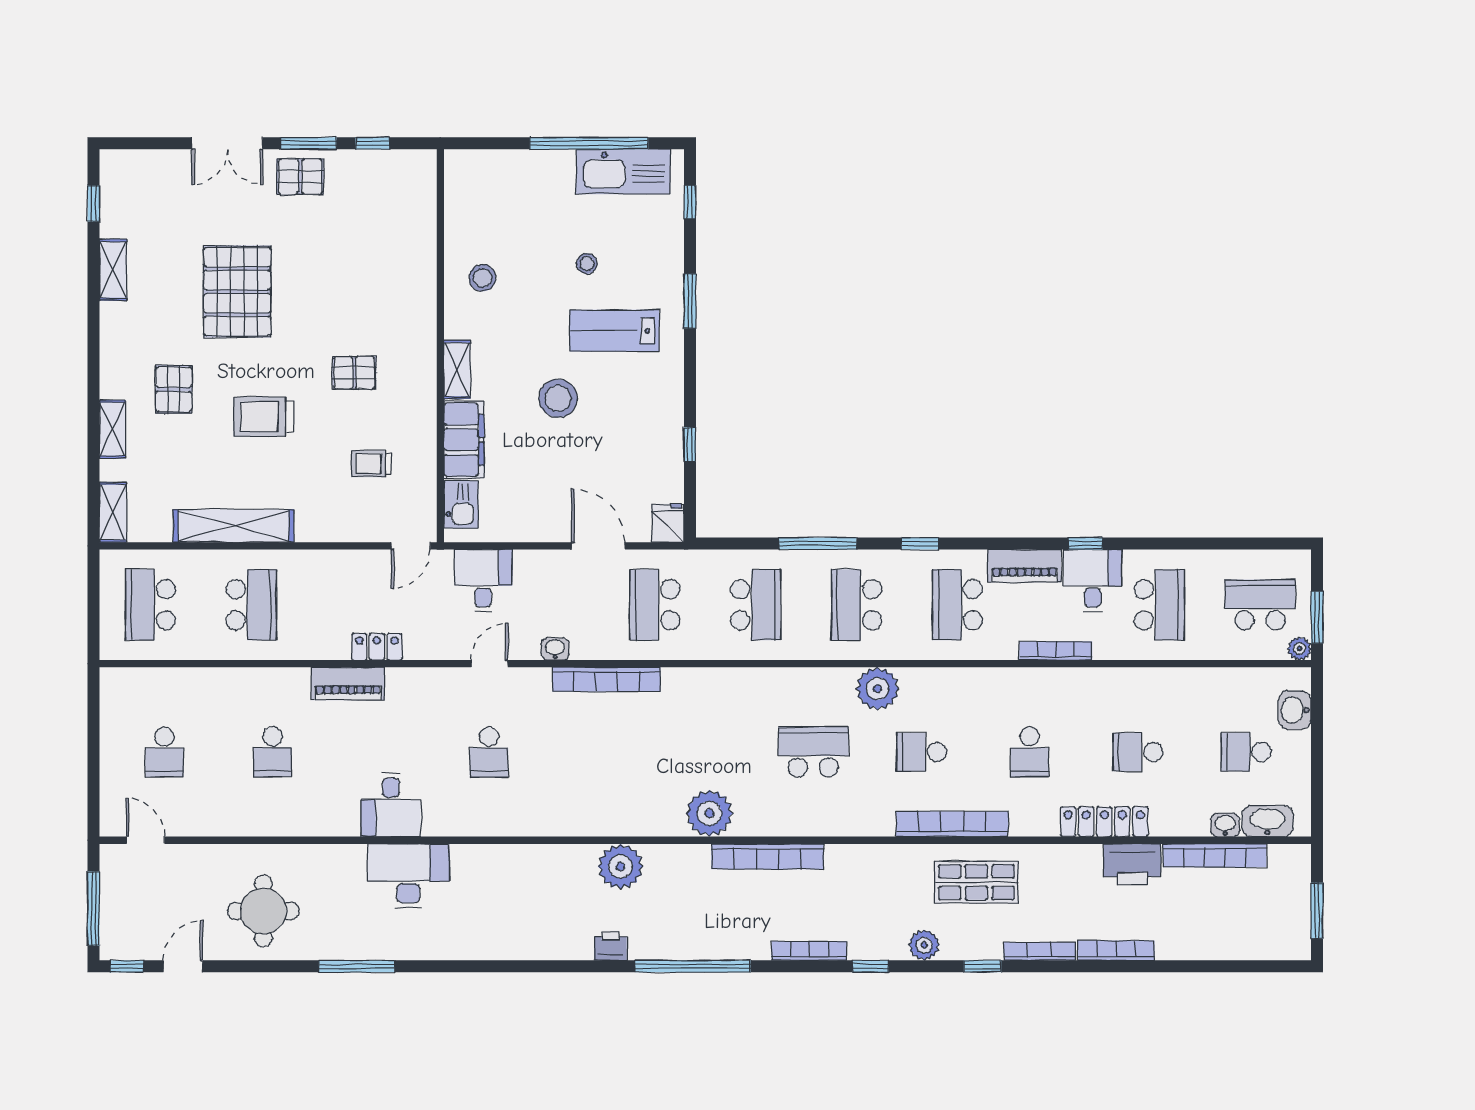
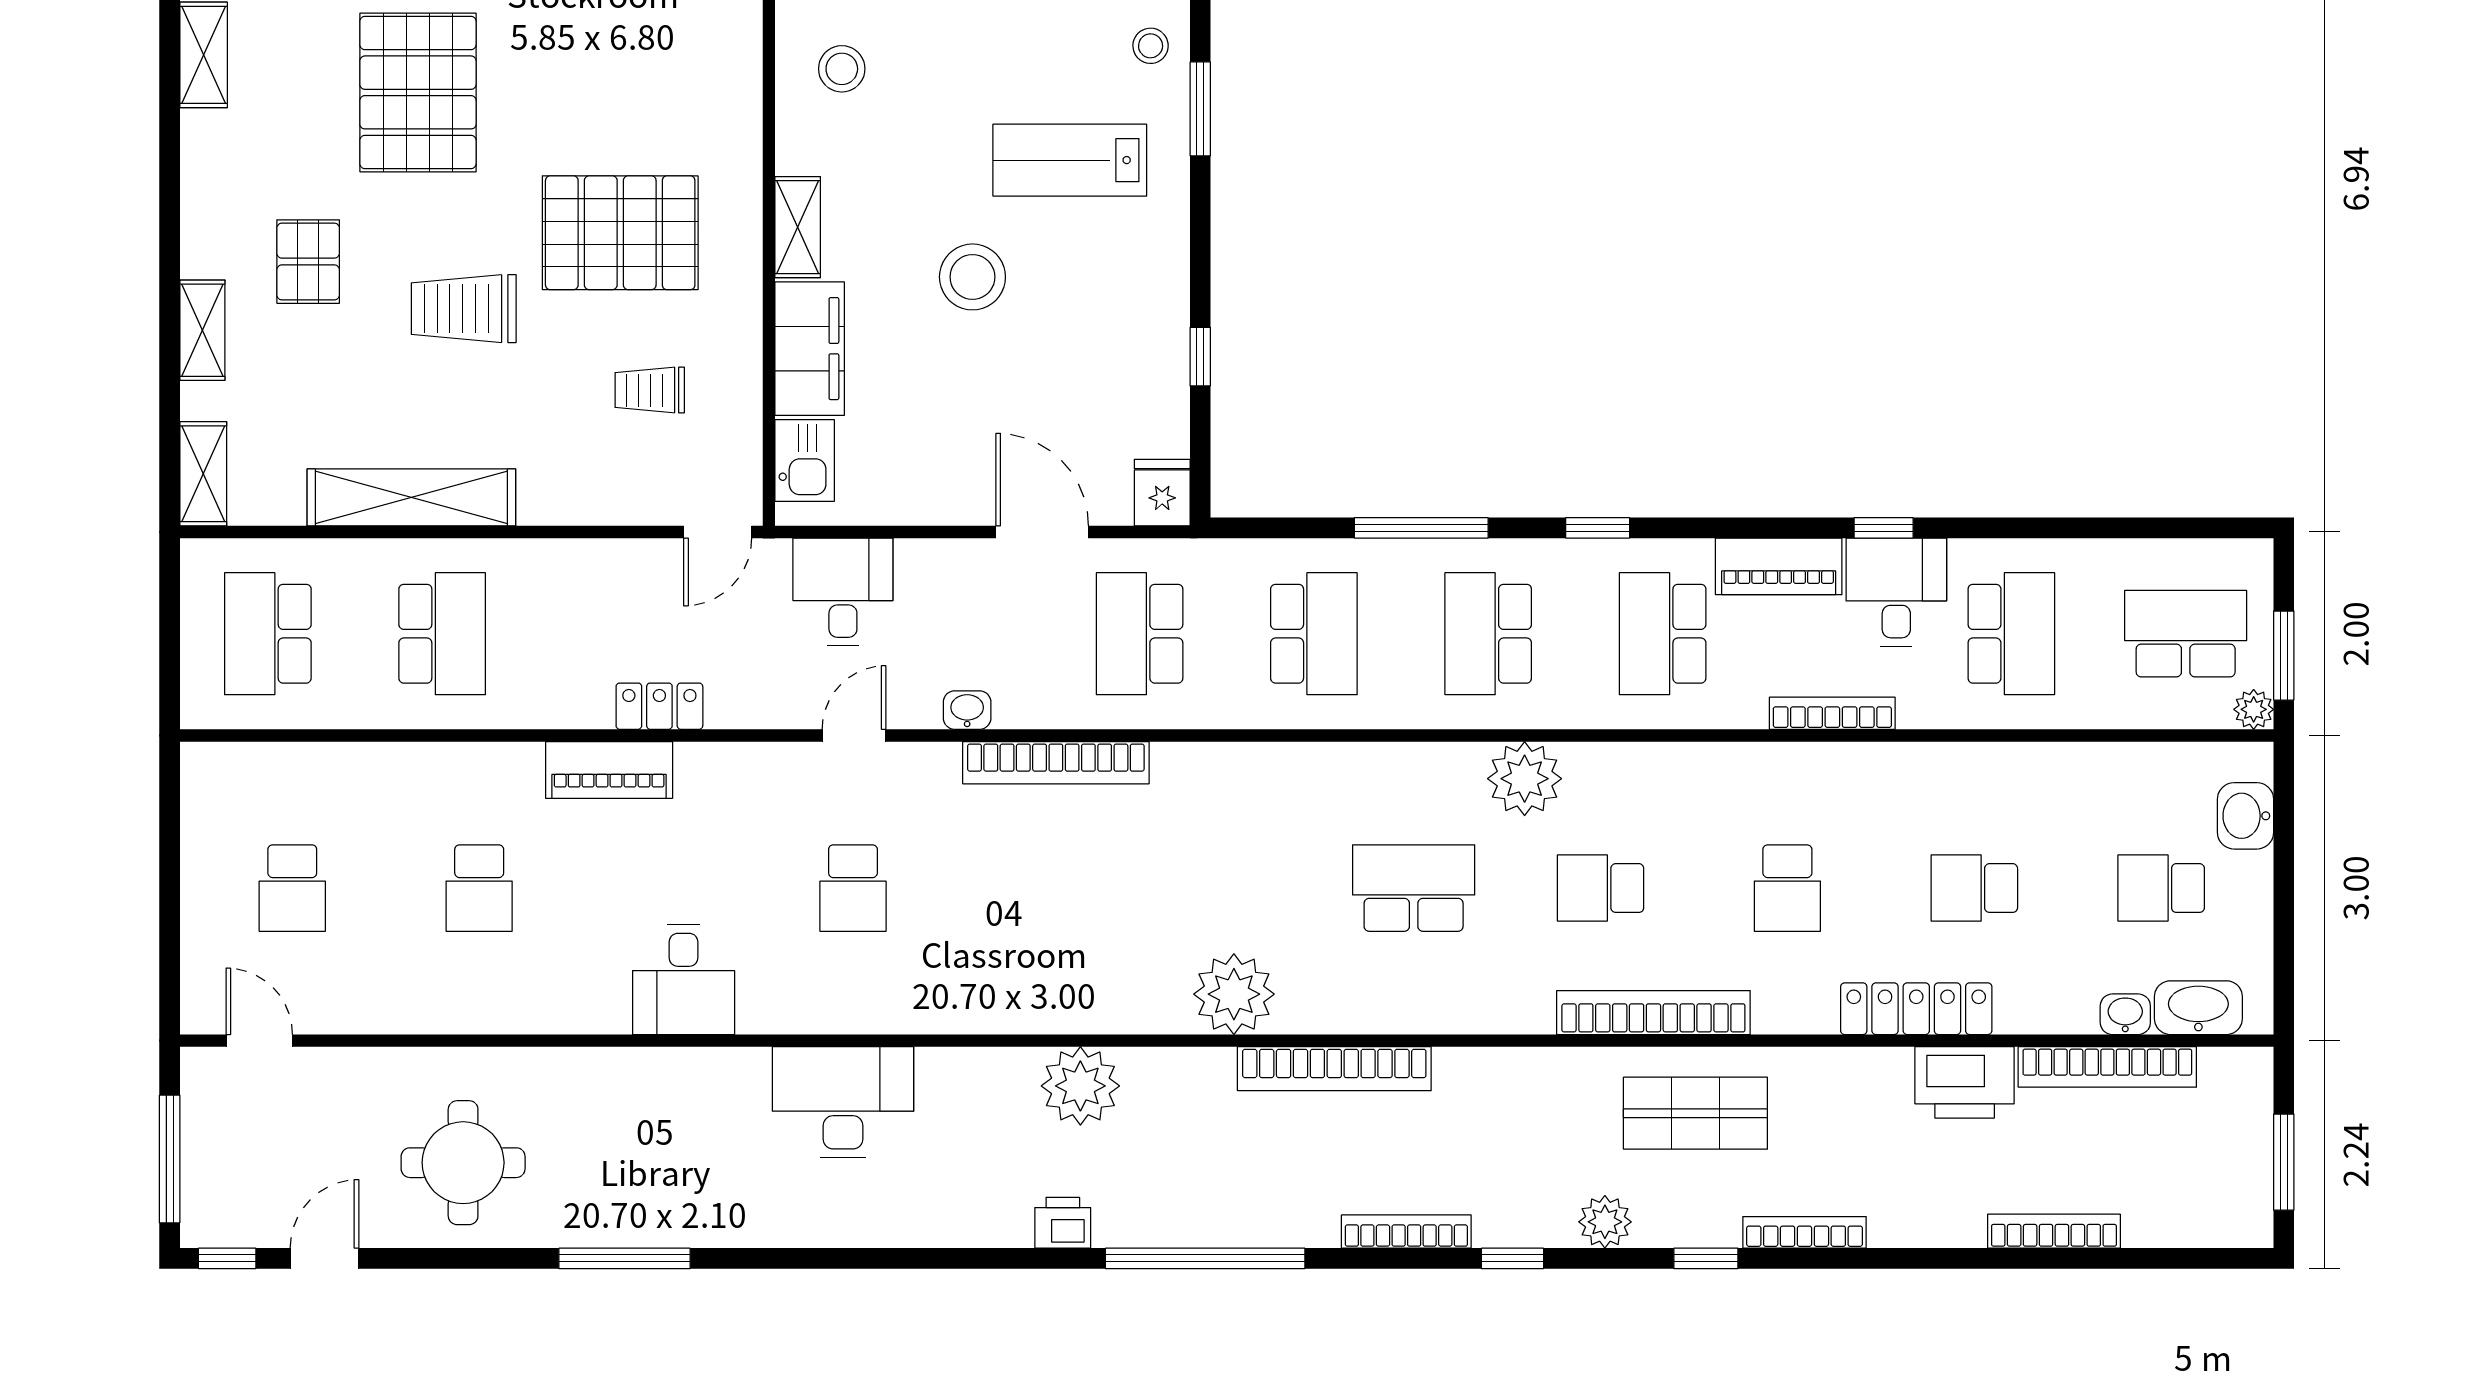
stool: (587, 264) -> (1151, 46), moved
pallet: (354, 373) -> (620, 233), width x2.05, depth x2.00
desk: (408, 876) -> (843, 1102), moved
bookcase: (1116, 951) -> (2054, 1231), moved

